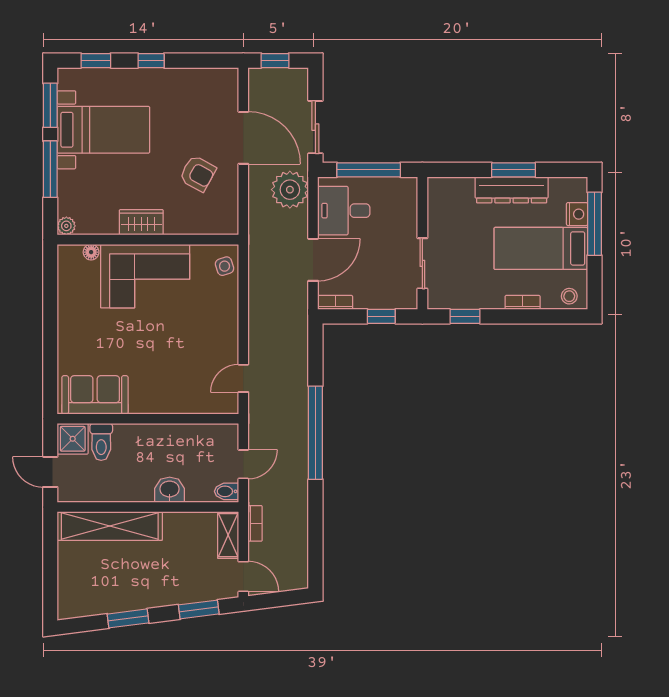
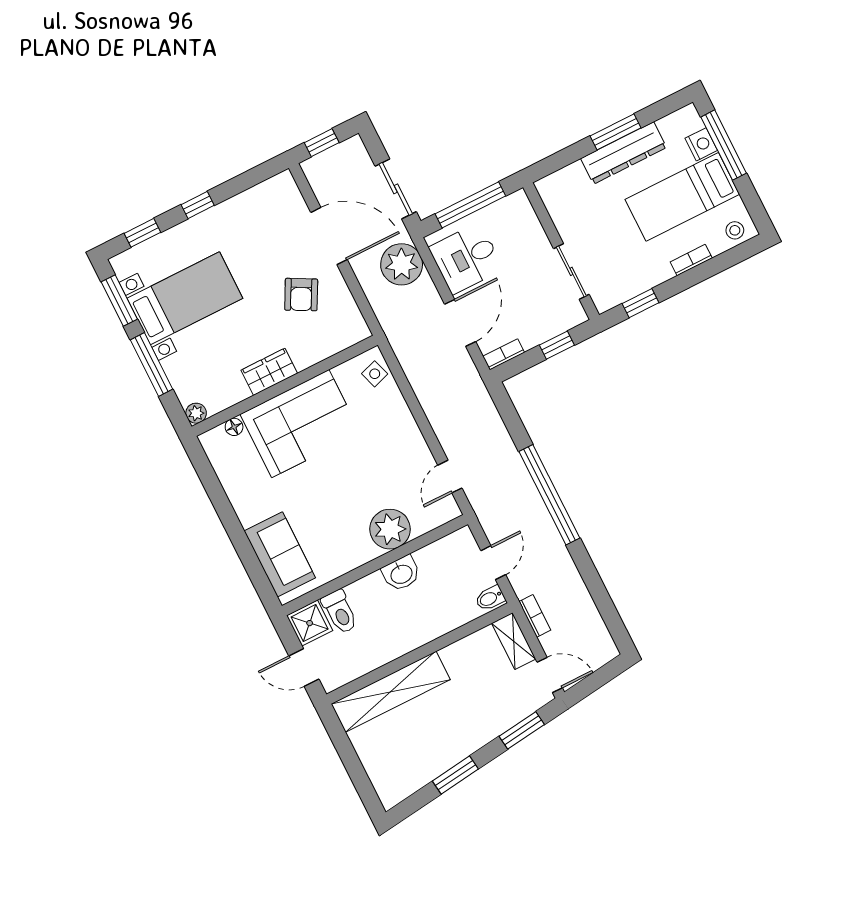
armchair: (198, 173) -> (301, 295), turned 89
sofa: (95, 395) -> (280, 554), moved, turned 90
plant: (174, 396) -> (390, 529), added
washbasin: (170, 490) -> (401, 574), moved, turned 180

